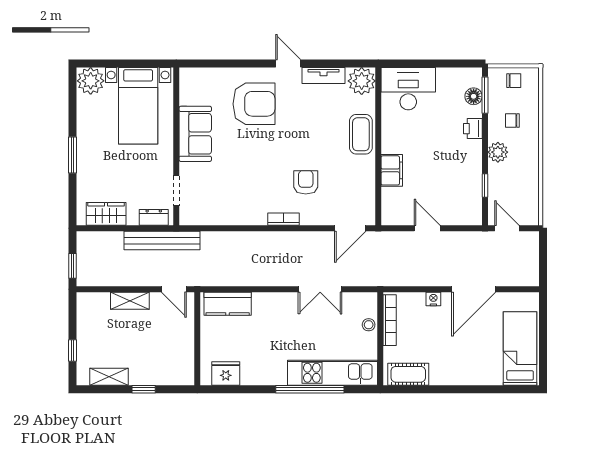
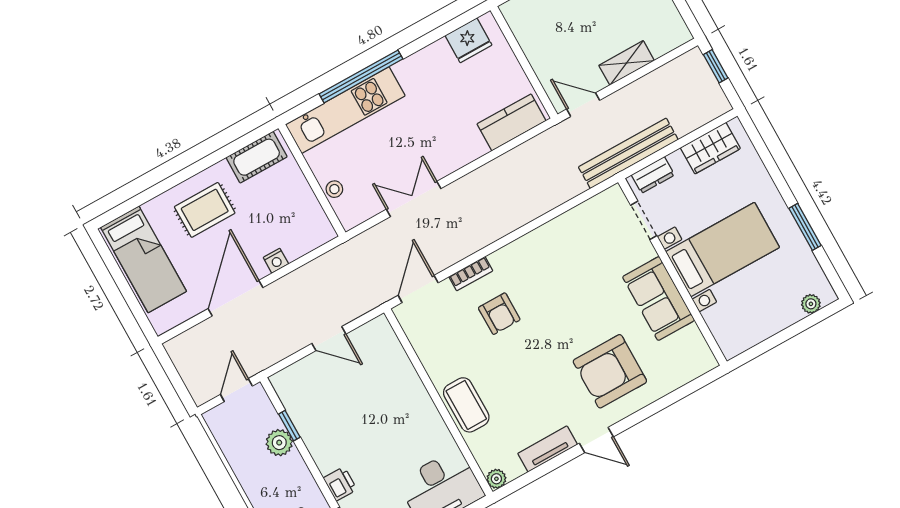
plant: (91, 81) -> (811, 304), width x0.53, depth x0.53
plant: (362, 81) -> (496, 479), width x0.53, depth x0.53
bed with nightstands: (138, 106) -> (723, 249), moved, turned 90
plant: (498, 152) -> (279, 443), moved
window: (73, 155) -> (805, 227), moved
filing cabinet: (392, 170) -> (407, 383), removed
bookcase: (283, 219) -> (471, 274), moved
door: (507, 228) -> (236, 390), swing flipped
bookcase: (390, 320) -> (313, 208), removed
rug: (462, 359) -> (205, 210), added

